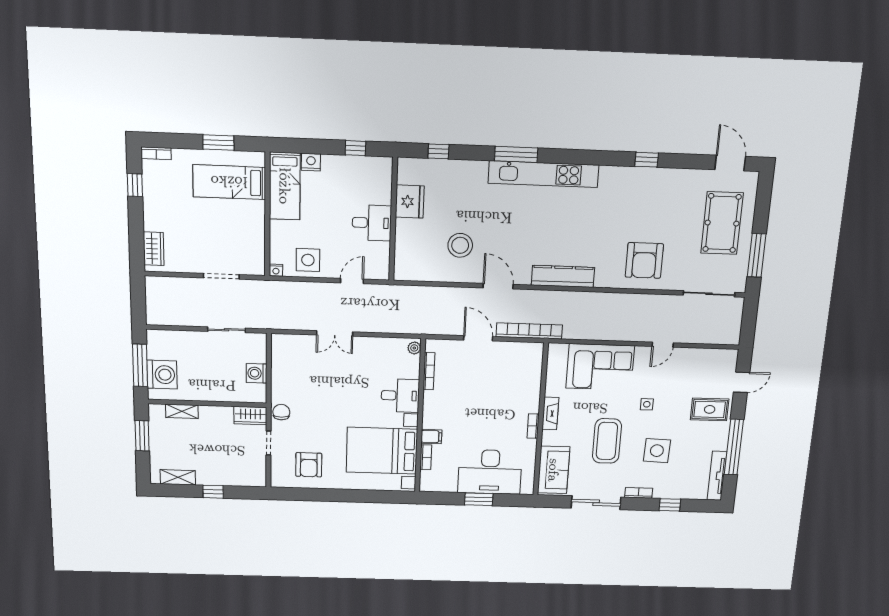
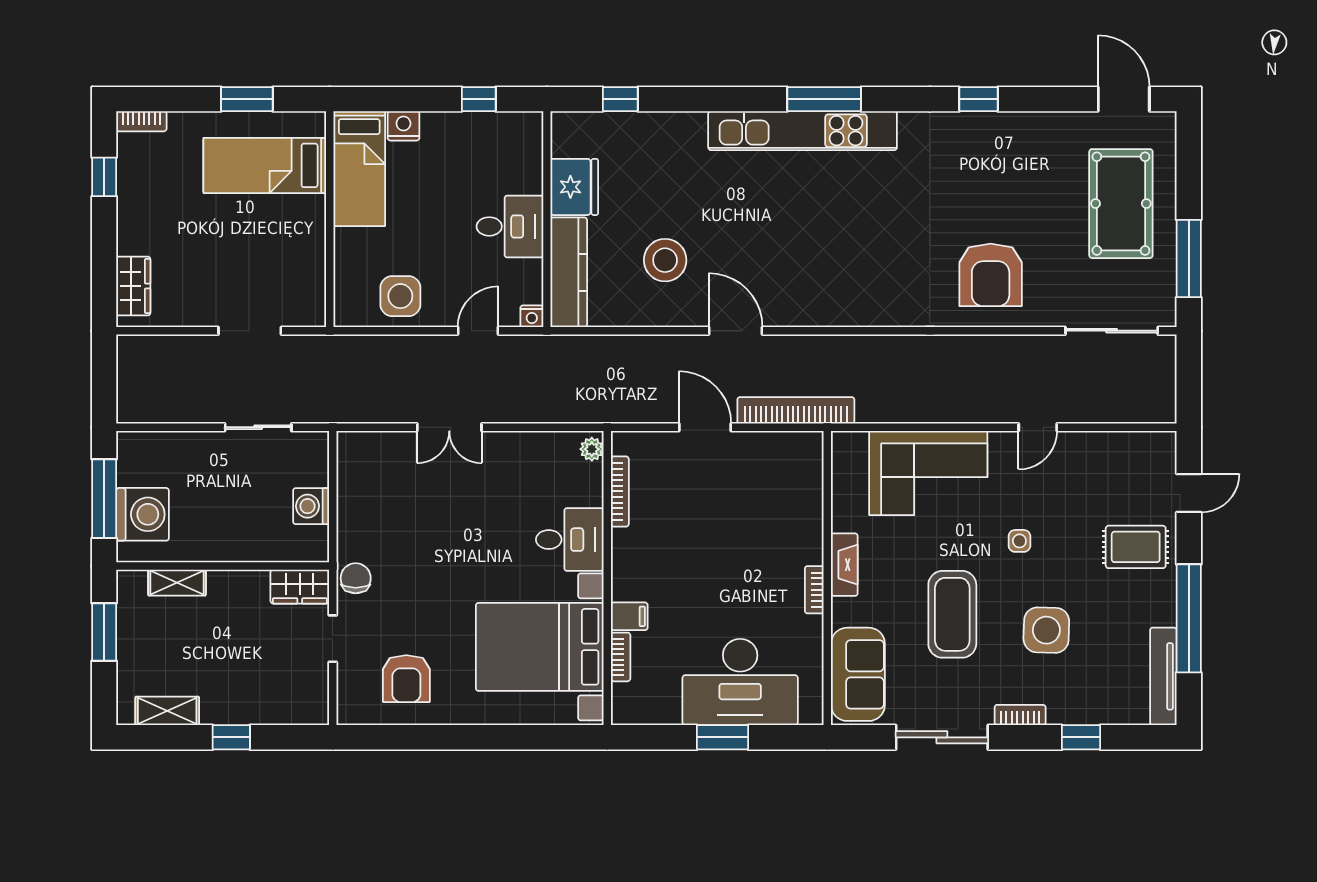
window: (516, 154) -> (824, 99), moved
nightstand: (276, 270) -> (532, 316), moved
kitchen counter: (563, 276) -> (569, 272), moved, turned 90

